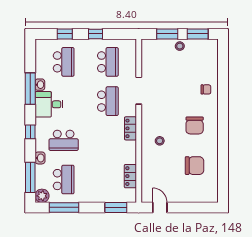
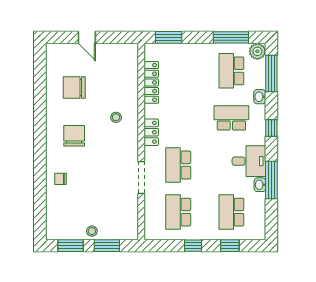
locker: (130, 176) -> (151, 82), width x1.53
door: (160, 207) -> (87, 37), moved

